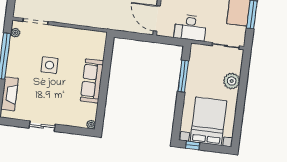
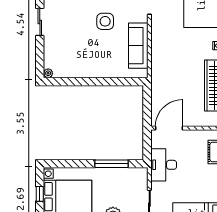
sofa: (92, 81) -> (138, 46), moved, turned -90
window: (193, 145) -> (40, 194), moved

